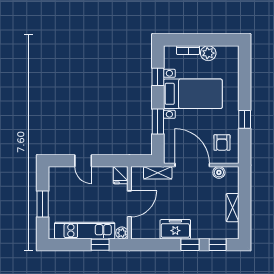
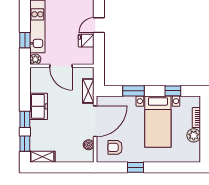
fridge: (121, 175) -> (86, 41), moved
shelving: (233, 208) -> (42, 157), moved

